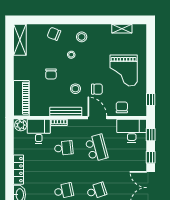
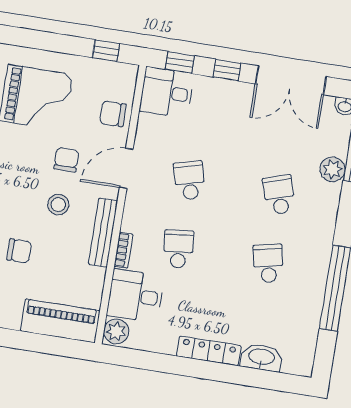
desk: (132, 131) -> (167, 92), width x0.73
school desk: (96, 148) -> (189, 180), width x0.54

